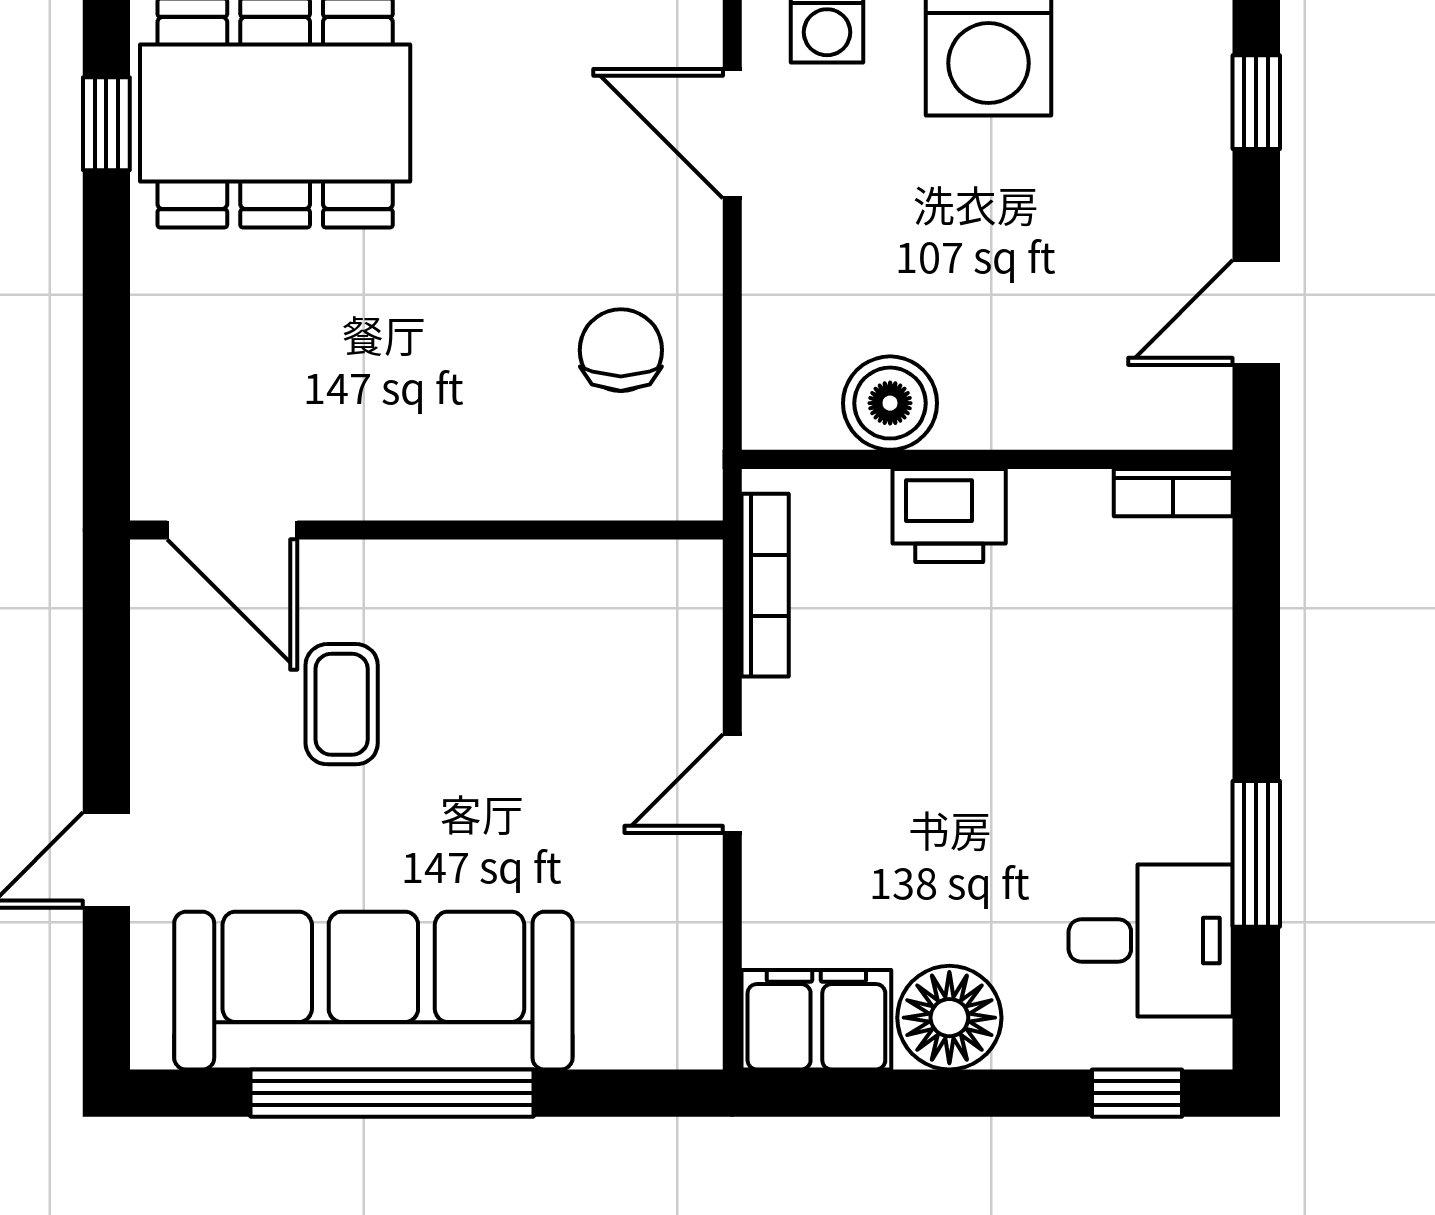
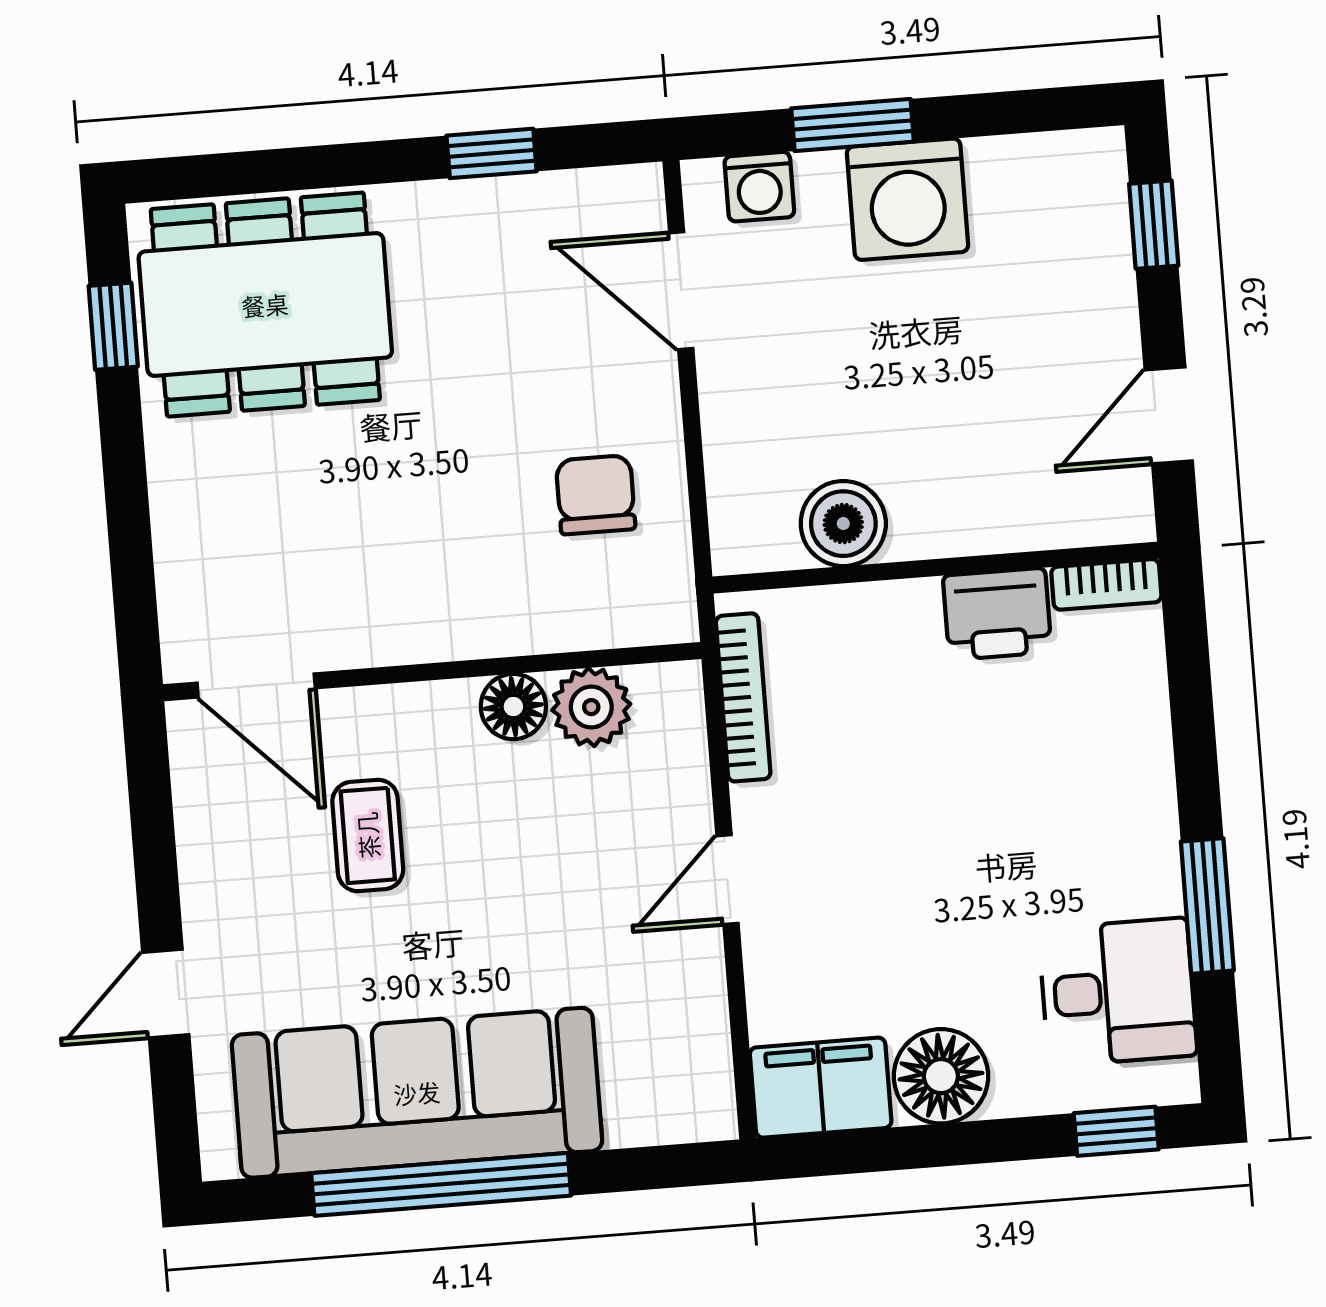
printer: (949, 516) -> (997, 614), moved
floor lamp: (512, 575) -> (513, 707), added
plant: (598, 583) -> (591, 707), added

